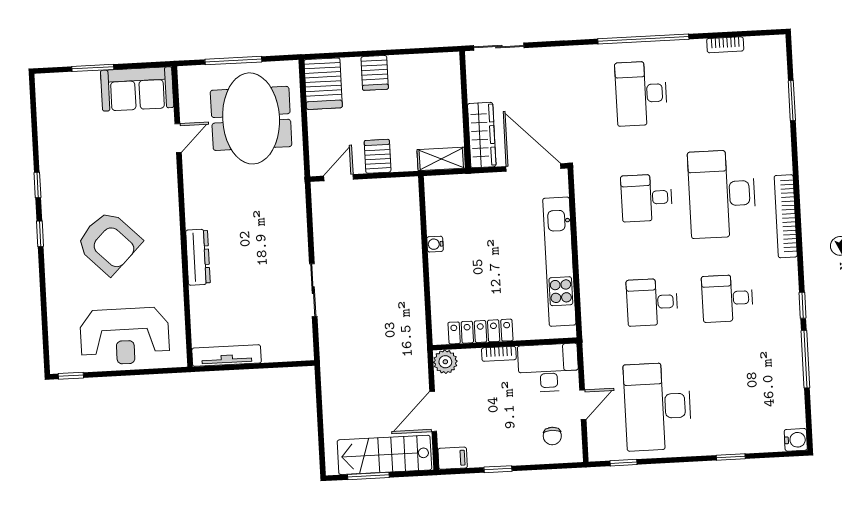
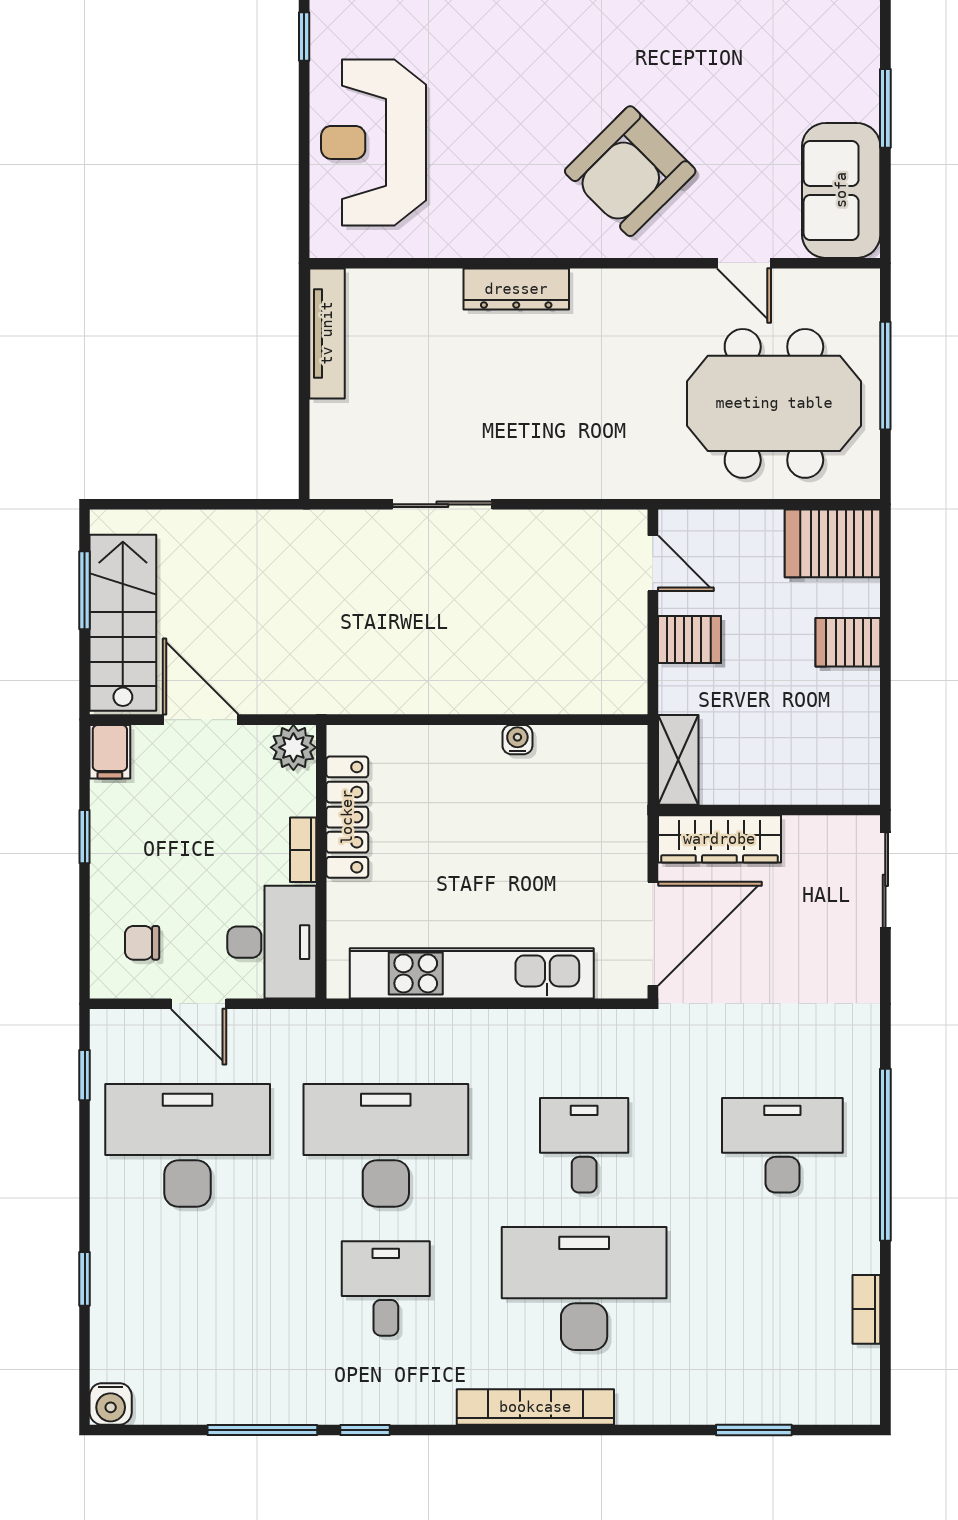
armchair: (109, 243) -> (630, 171), moved
desk: (652, 302) -> (386, 1145), width x1.87, depth x1.30

